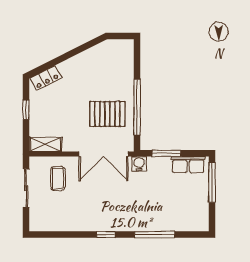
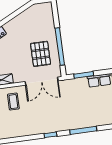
pallet: (107, 114) -> (41, 54), turned 90
water cooler: (139, 164) -> (66, 84), removed

